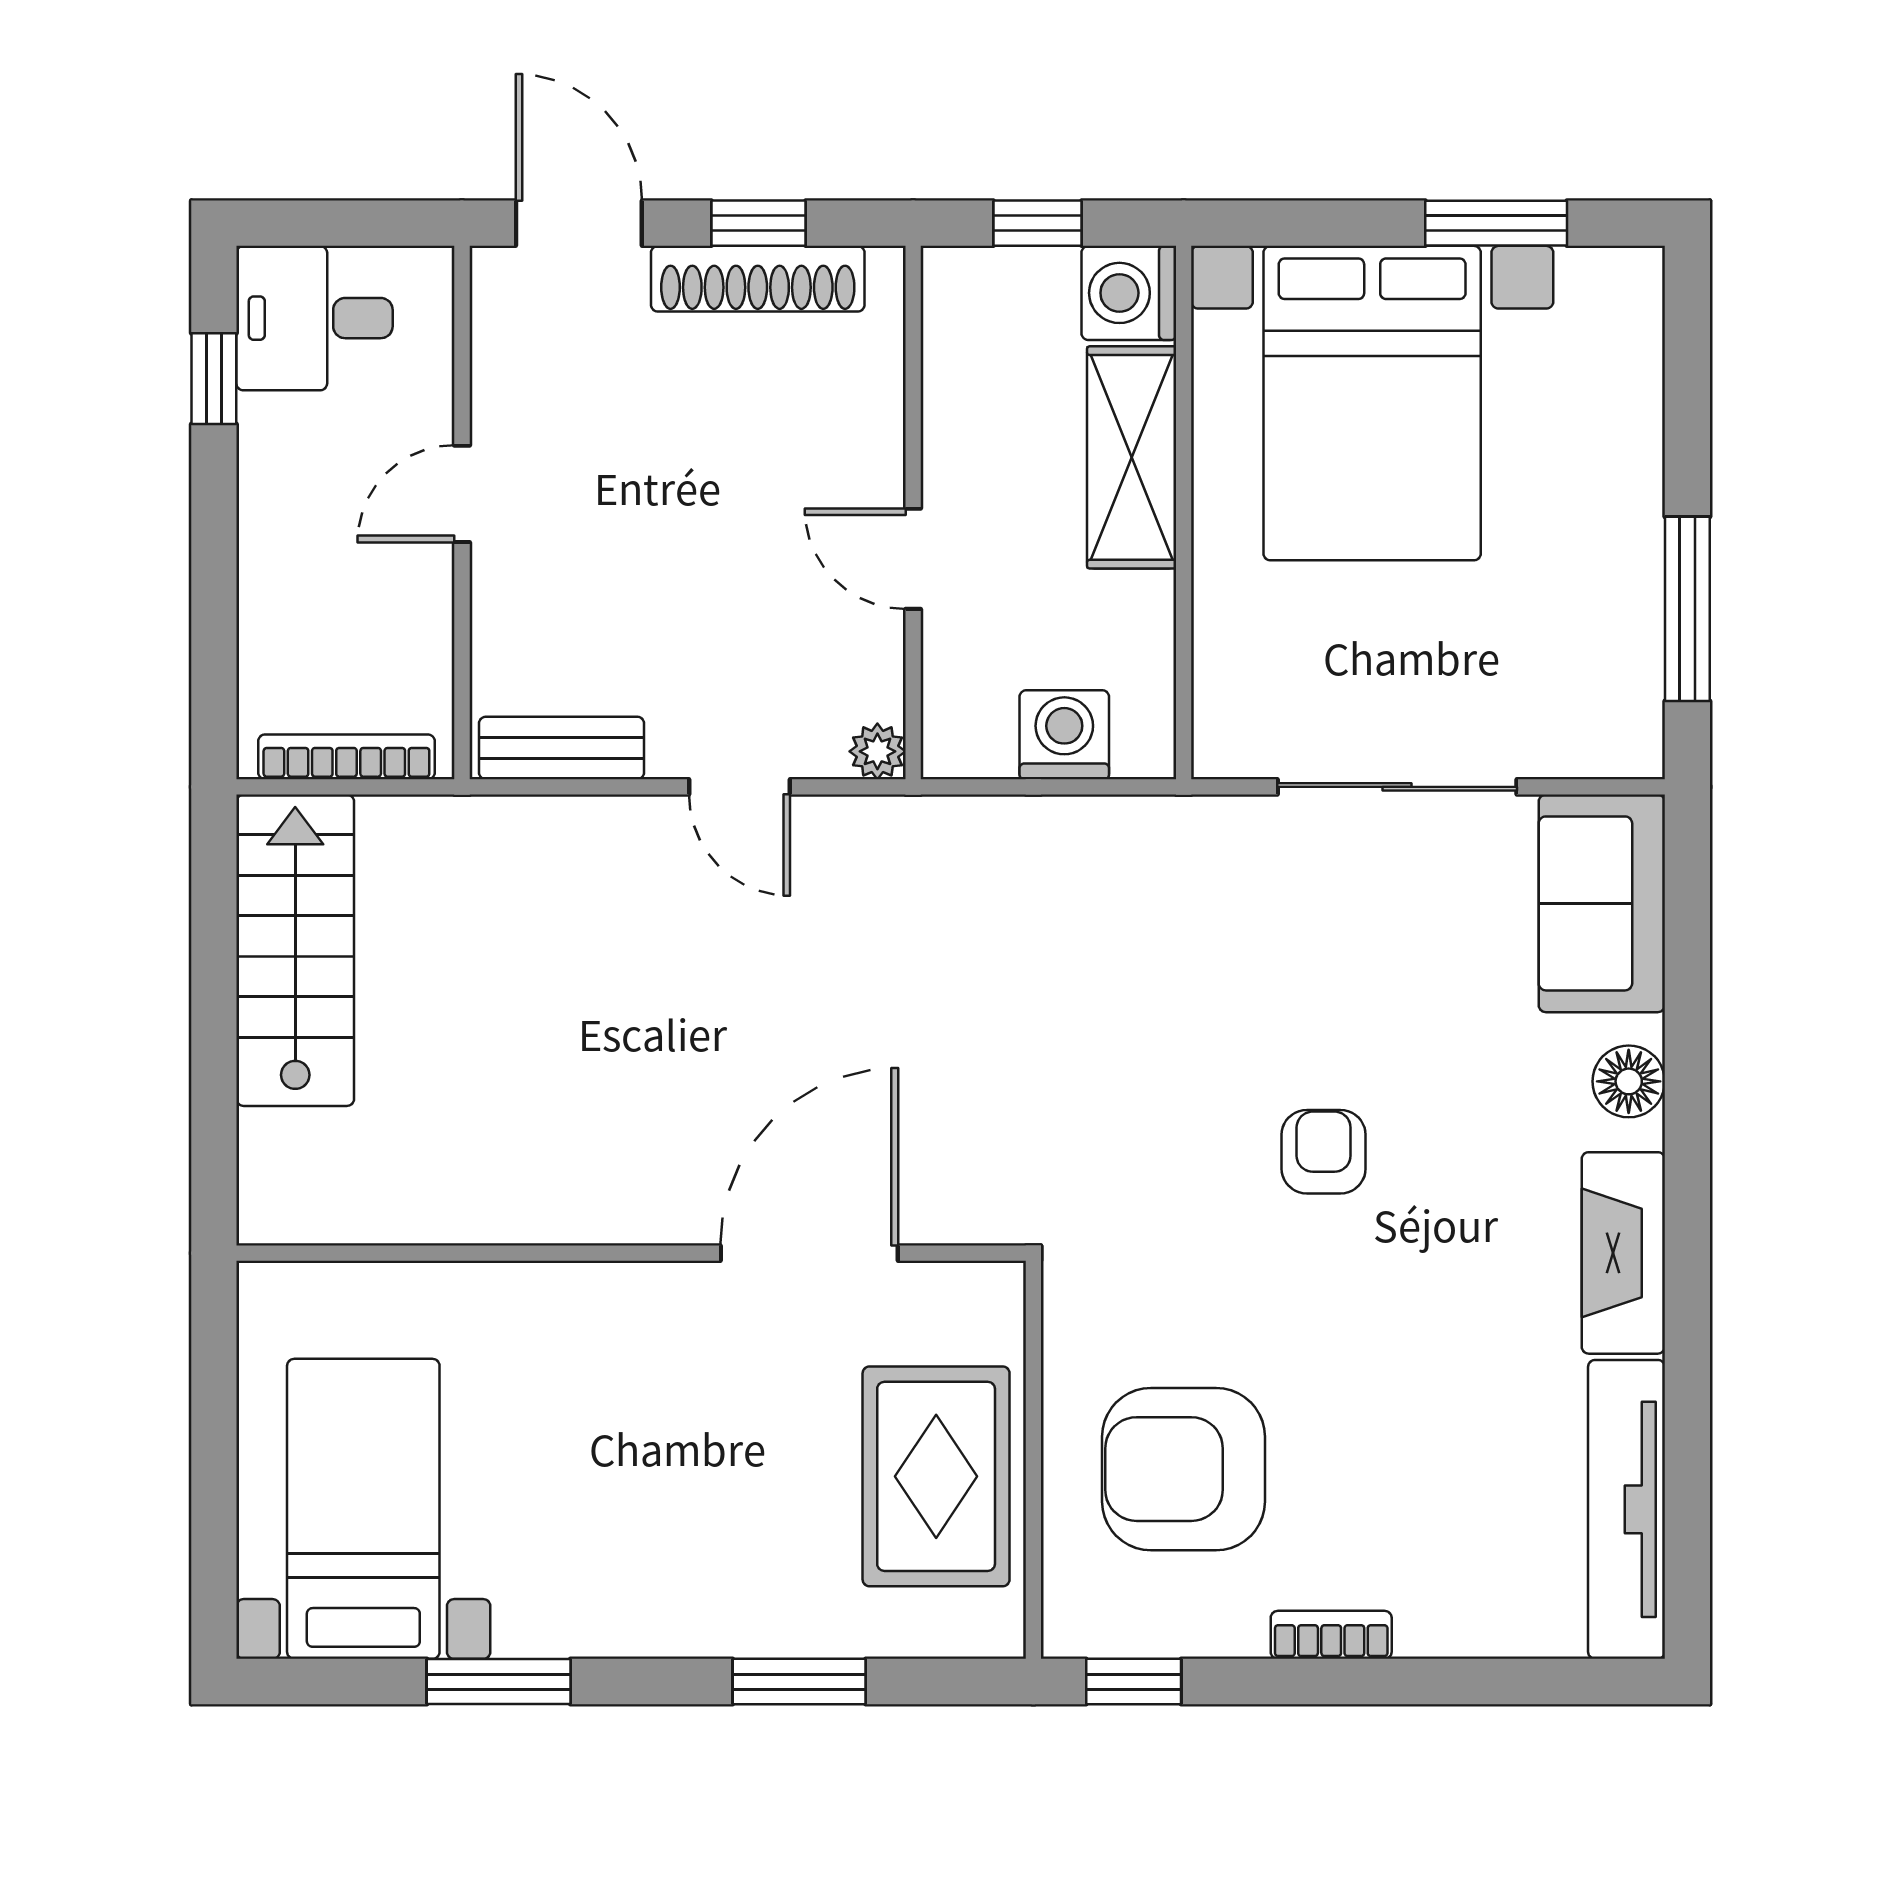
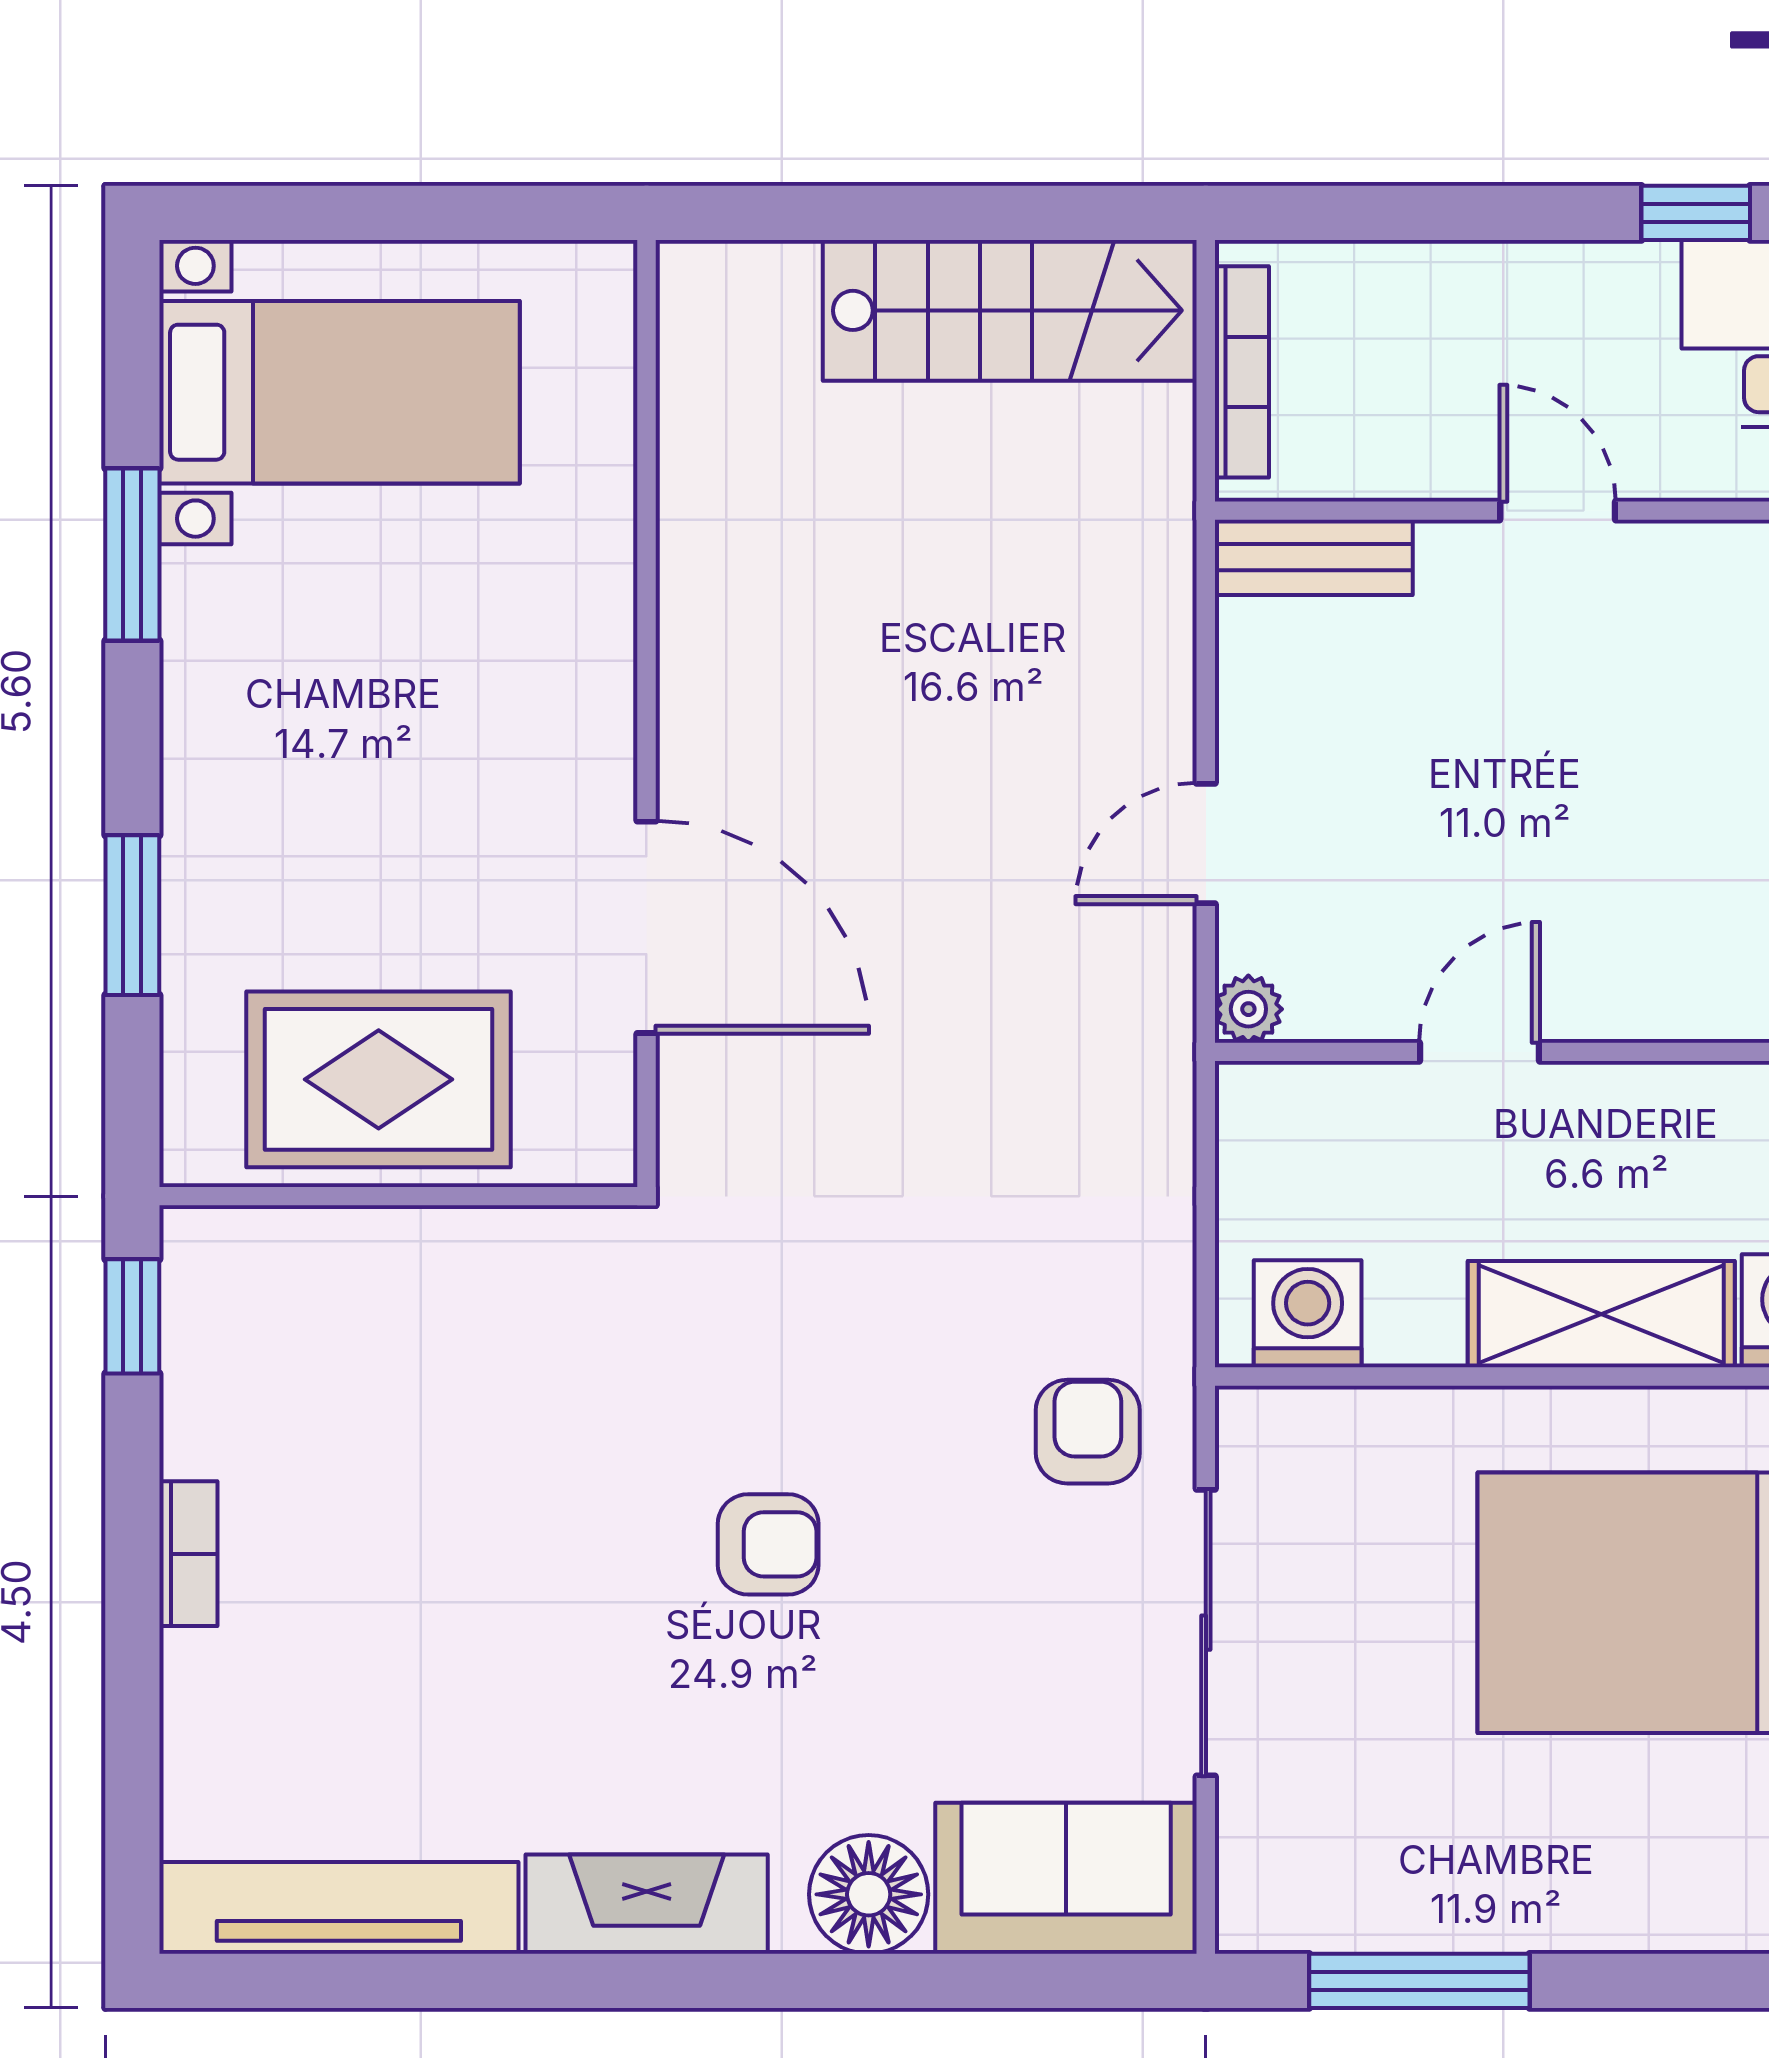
washing machine: (1064, 735) -> (1308, 1314), moved, turned -90
bench: (562, 748) -> (1314, 557), moved, turned 90
floor lamp: (1629, 1081) -> (869, 1894), width x1.38, depth x1.38
armchair: (1184, 1469) -> (1088, 1432), moved, width x0.53, depth x0.53

